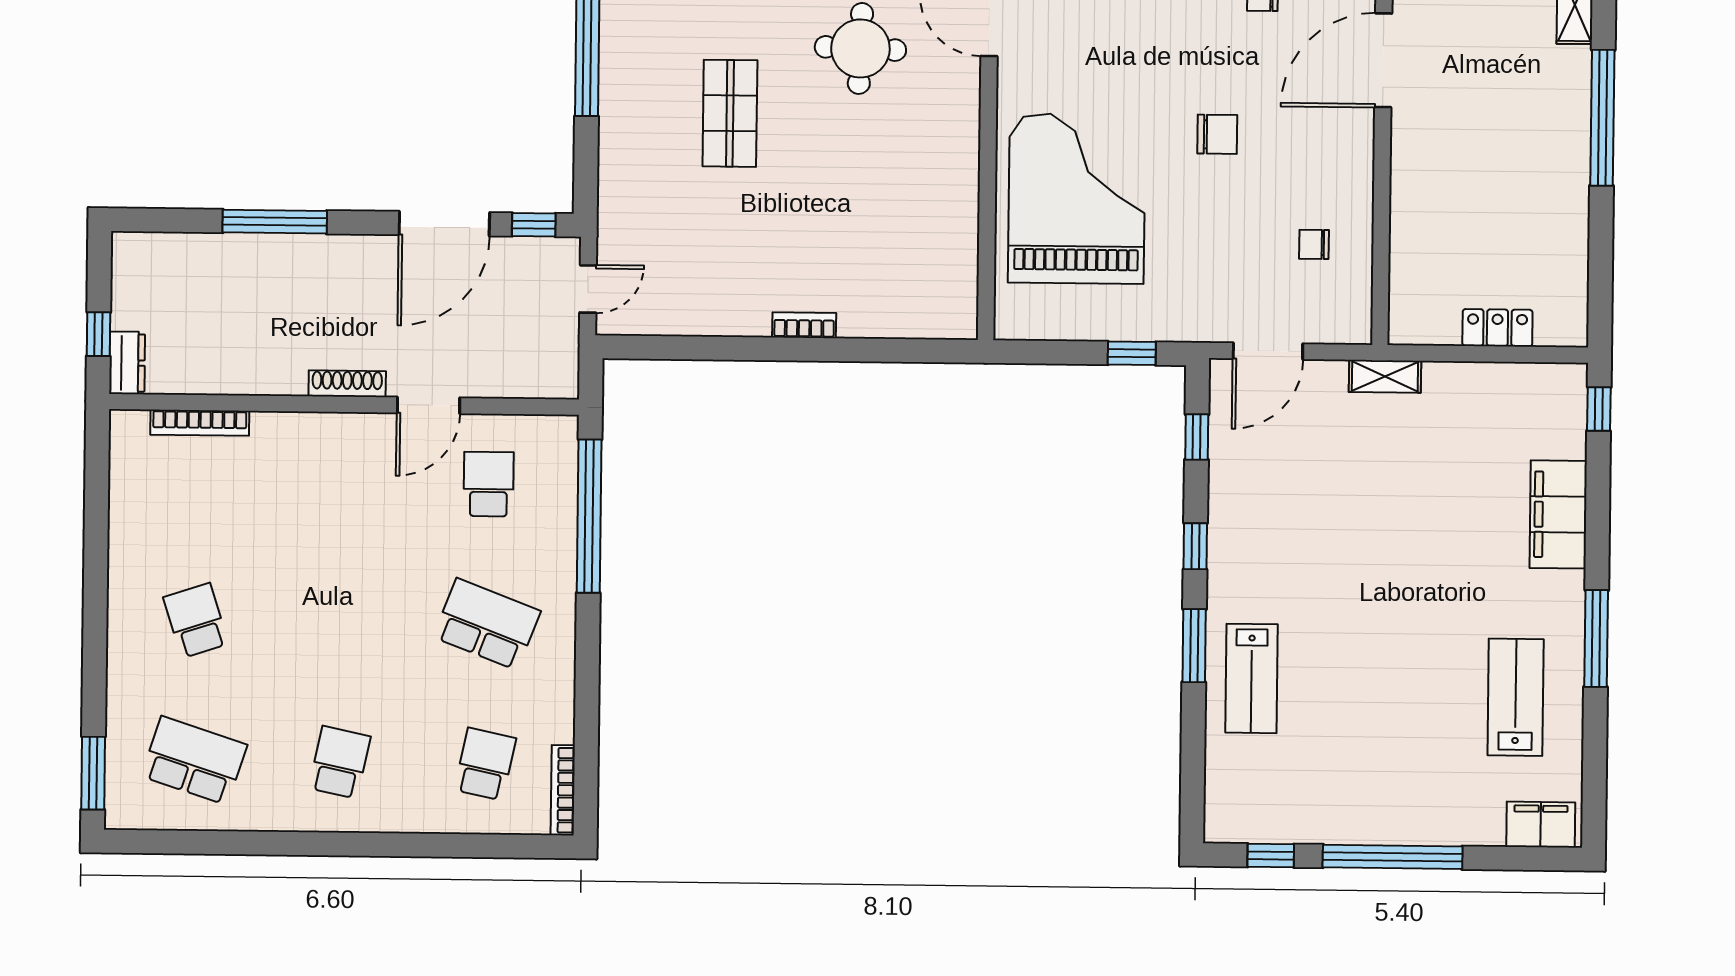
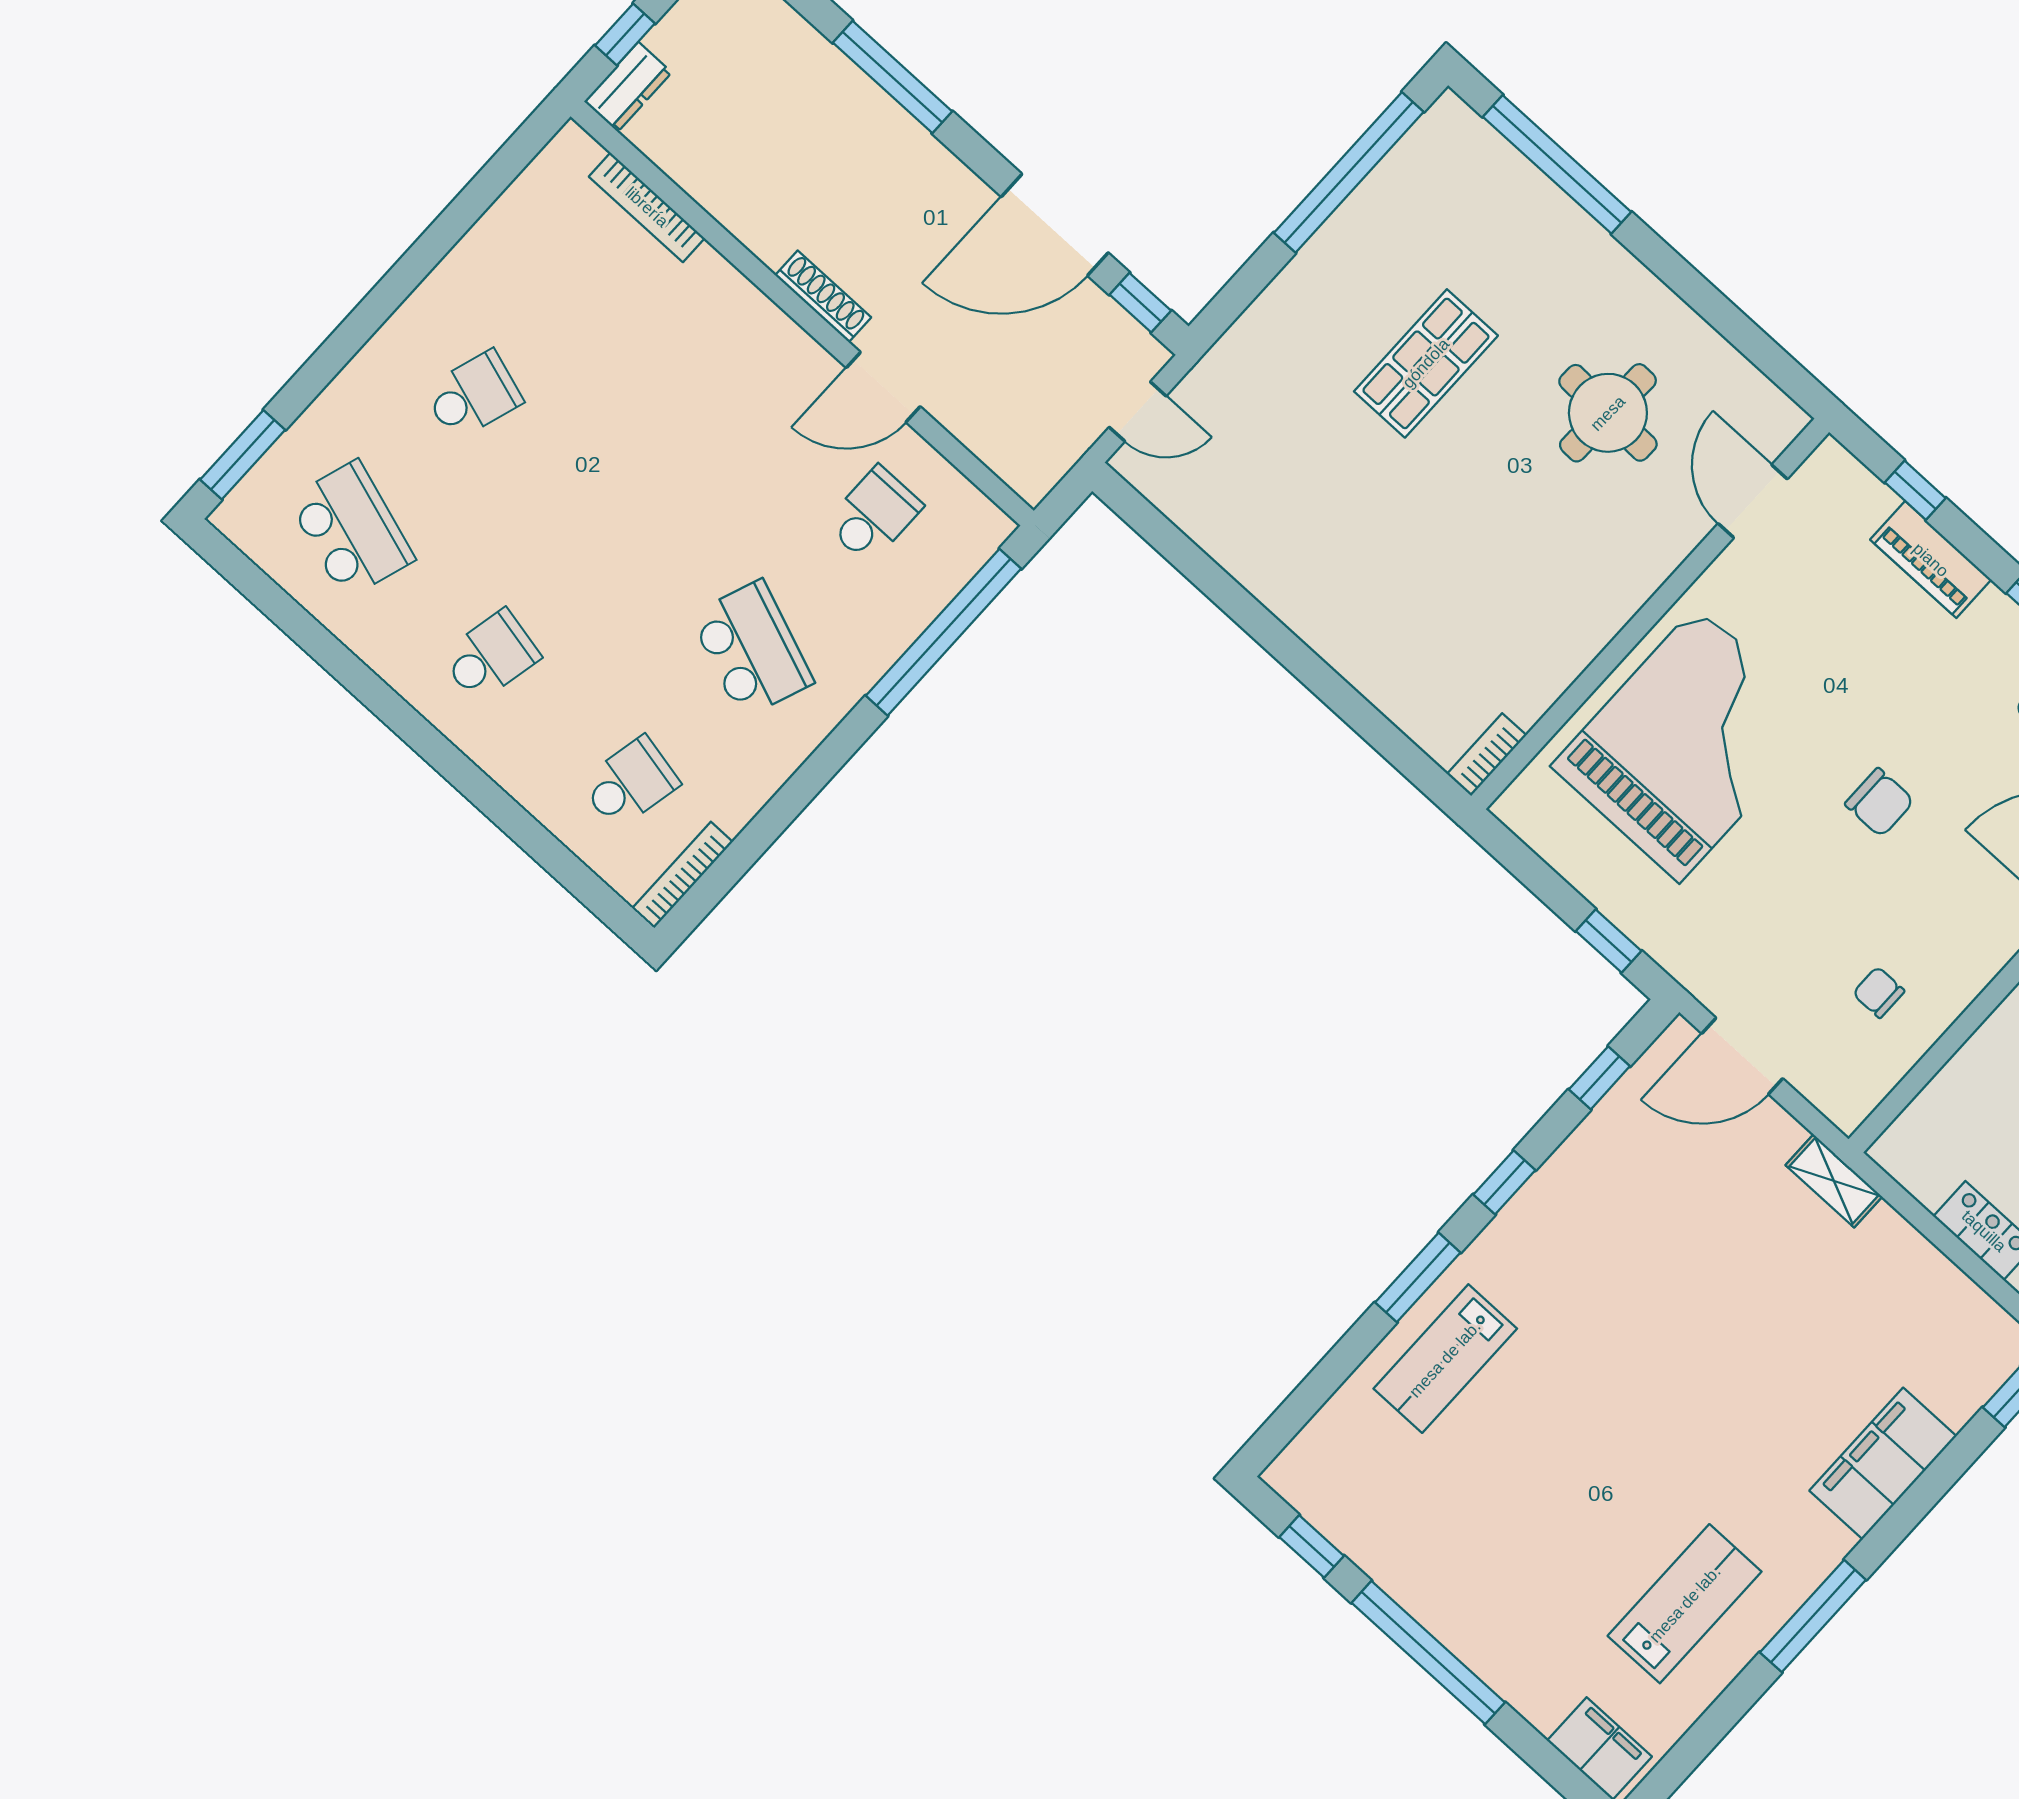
bookcase: (804, 325) -> (1487, 755), moved, turned -90
school desk: (196, 621) -> (473, 395), turned 36

